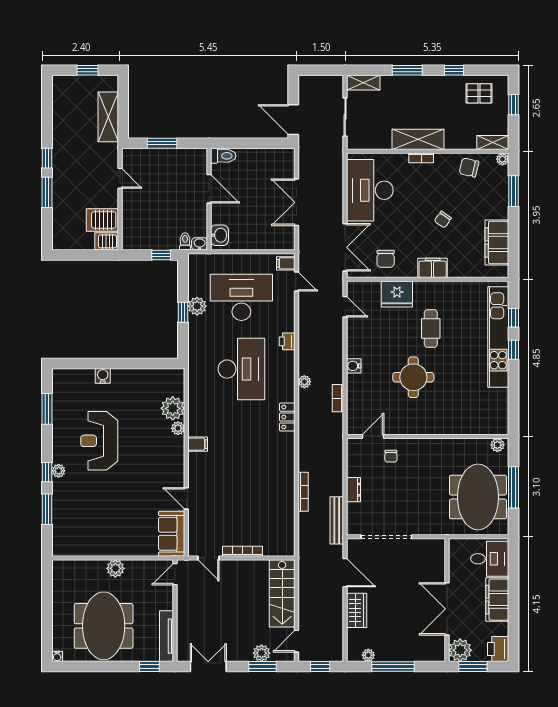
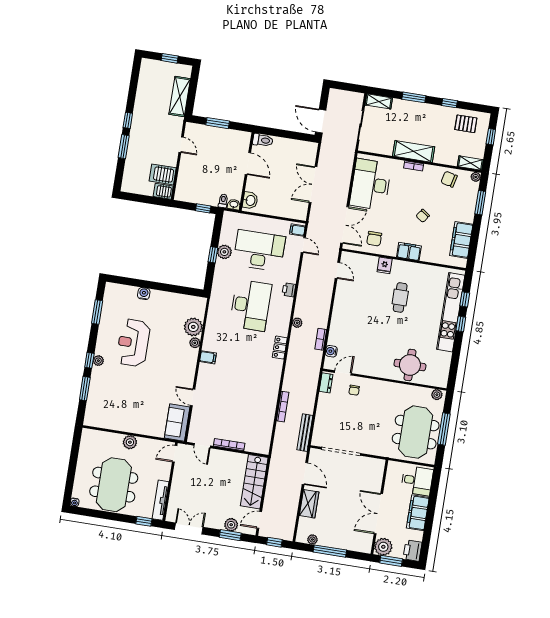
fridge: (397, 294) -> (385, 265), width x0.53, depth x0.75
water cooler: (354, 366) -> (331, 351), moved
round table: (413, 377) -> (410, 365), moved
dresser: (354, 490) -> (326, 383), moved

